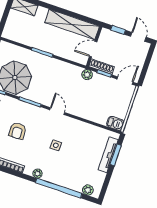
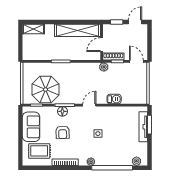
door: (138, 37) -> (135, 22), hinge flipped
door: (125, 81) -> (136, 61), hinge flipped
floor lamp: (25, 108) -> (62, 111), added
door: (57, 111) -> (89, 105), hinge flipped
barbecue: (115, 123) -> (114, 99), moved

